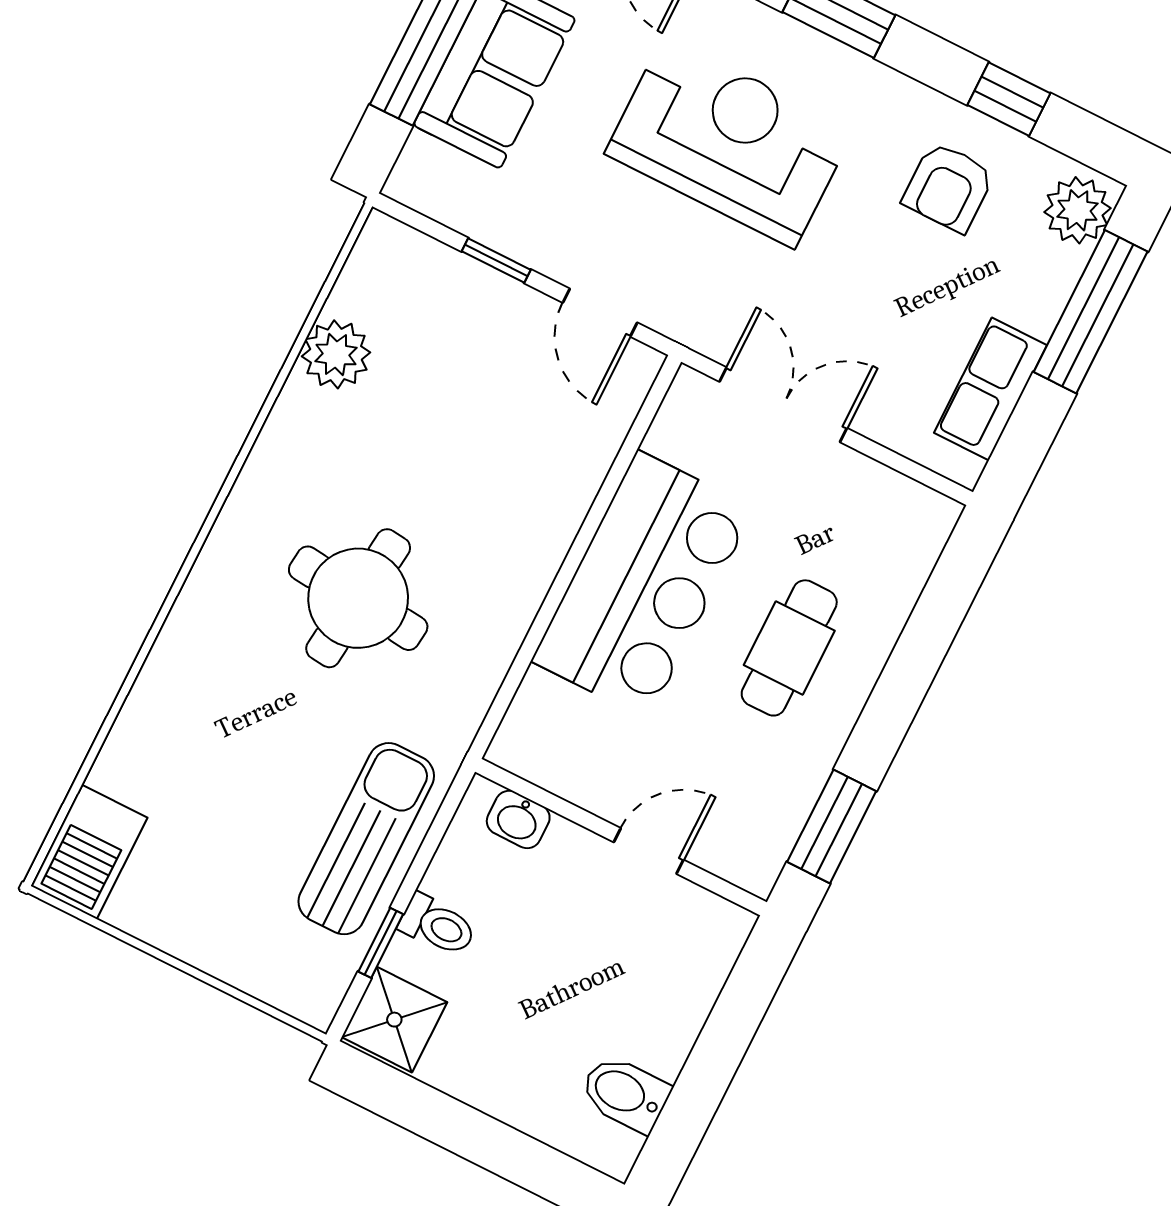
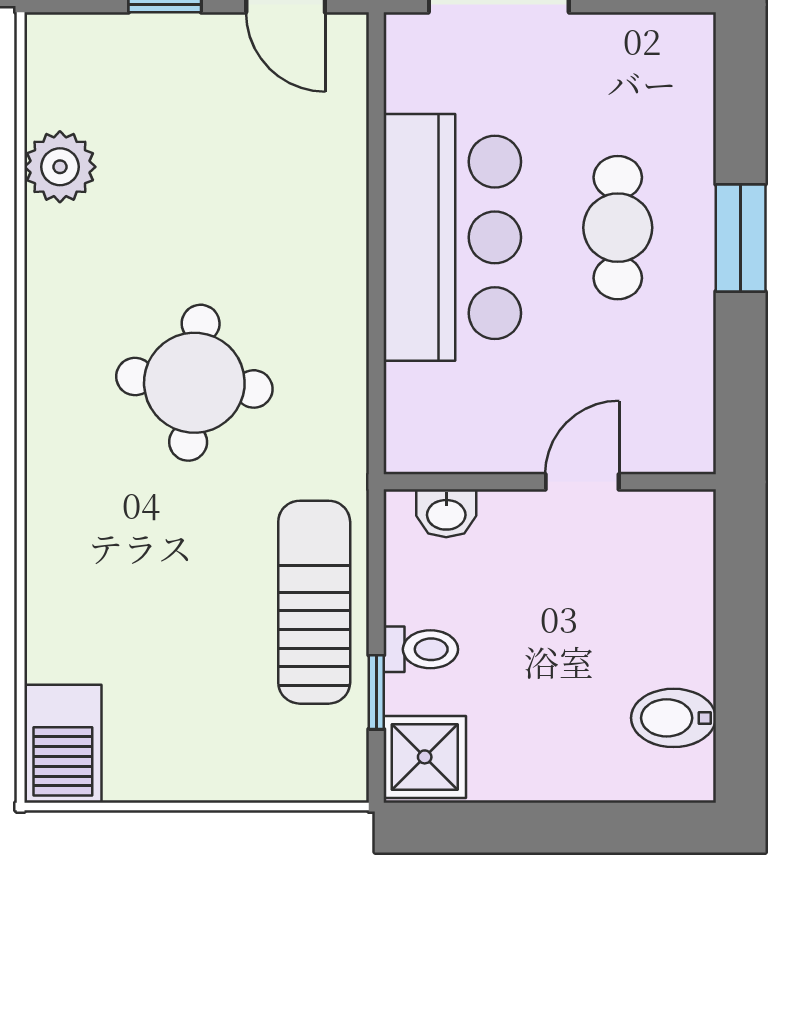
window: (832, 826) -> (741, 238), moved

